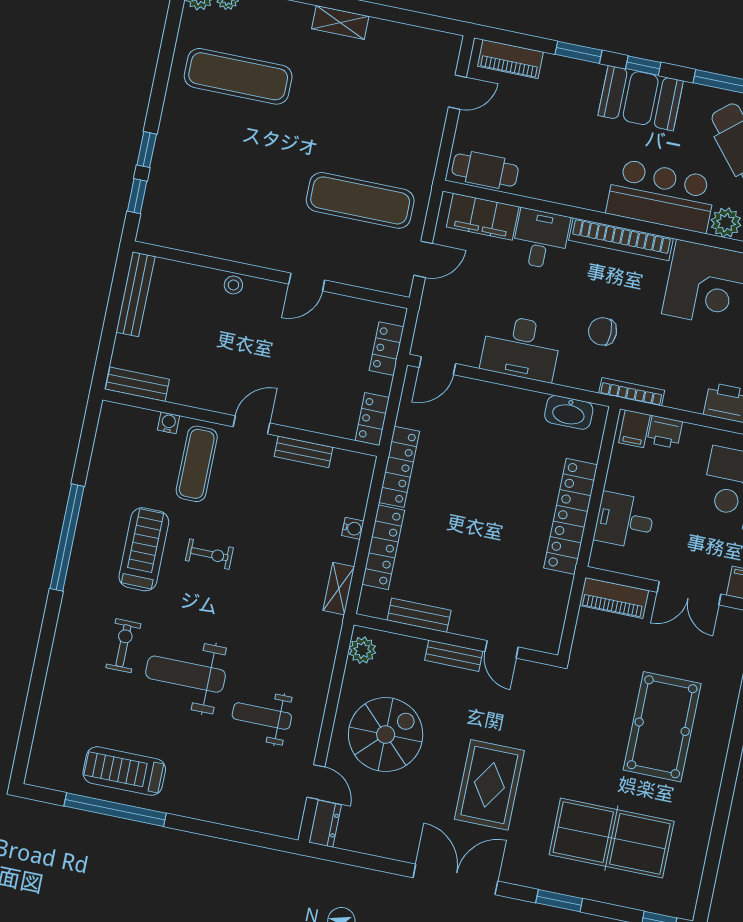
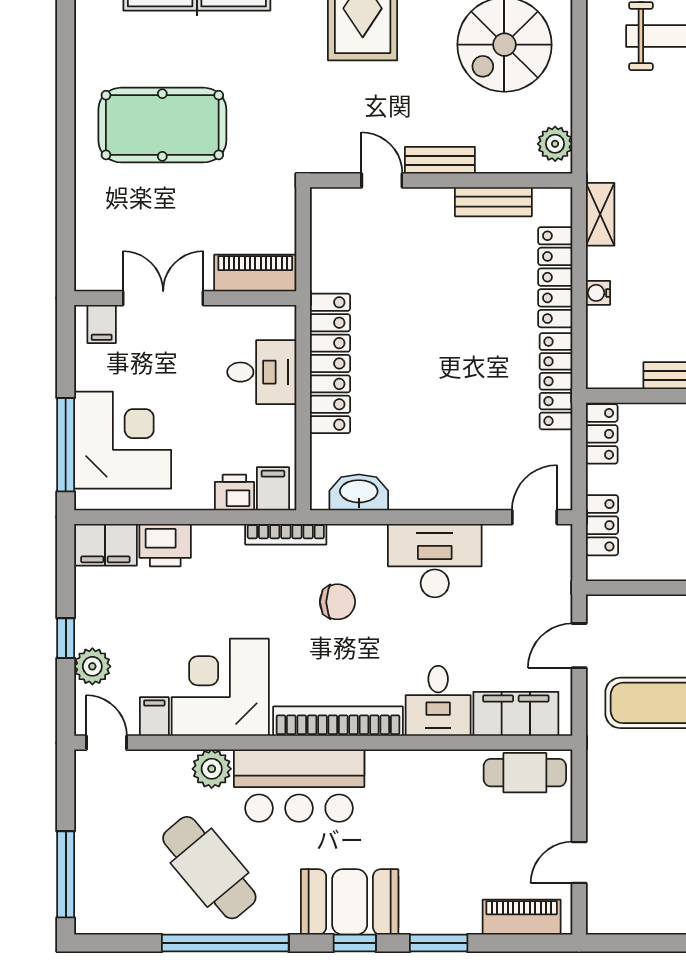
pool table: (662, 727) -> (162, 125), turned 90

